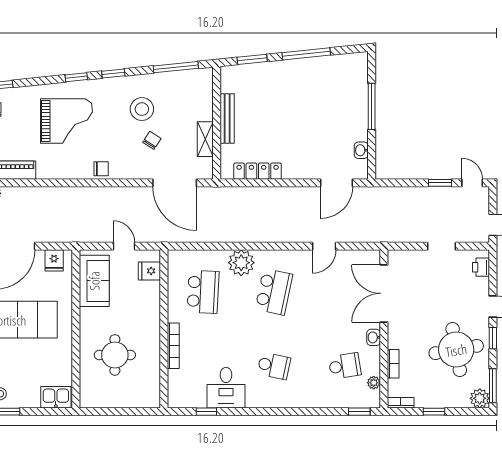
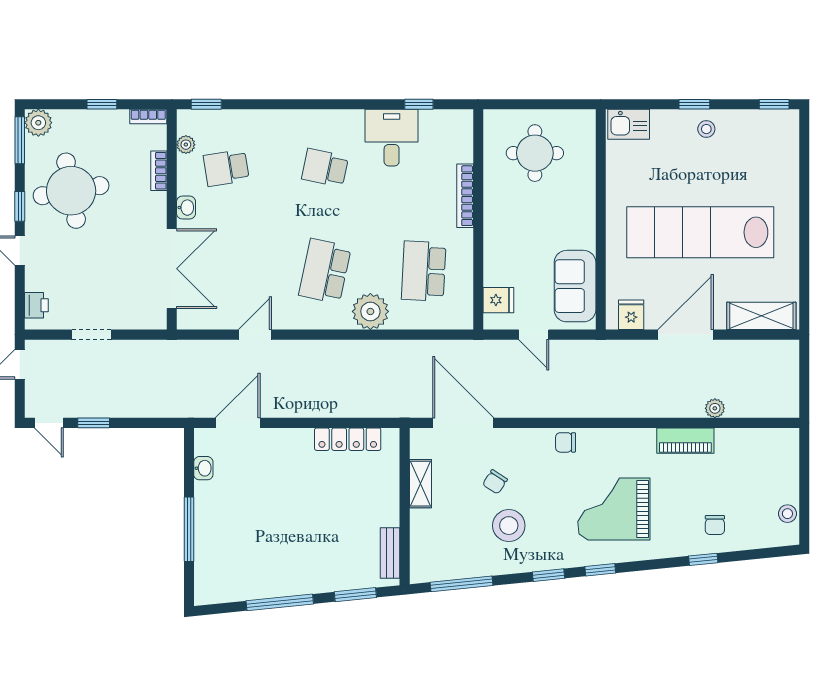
bench: (227, 118) -> (390, 553), moved, width x0.73
round table: (115, 355) -> (535, 153), moved

